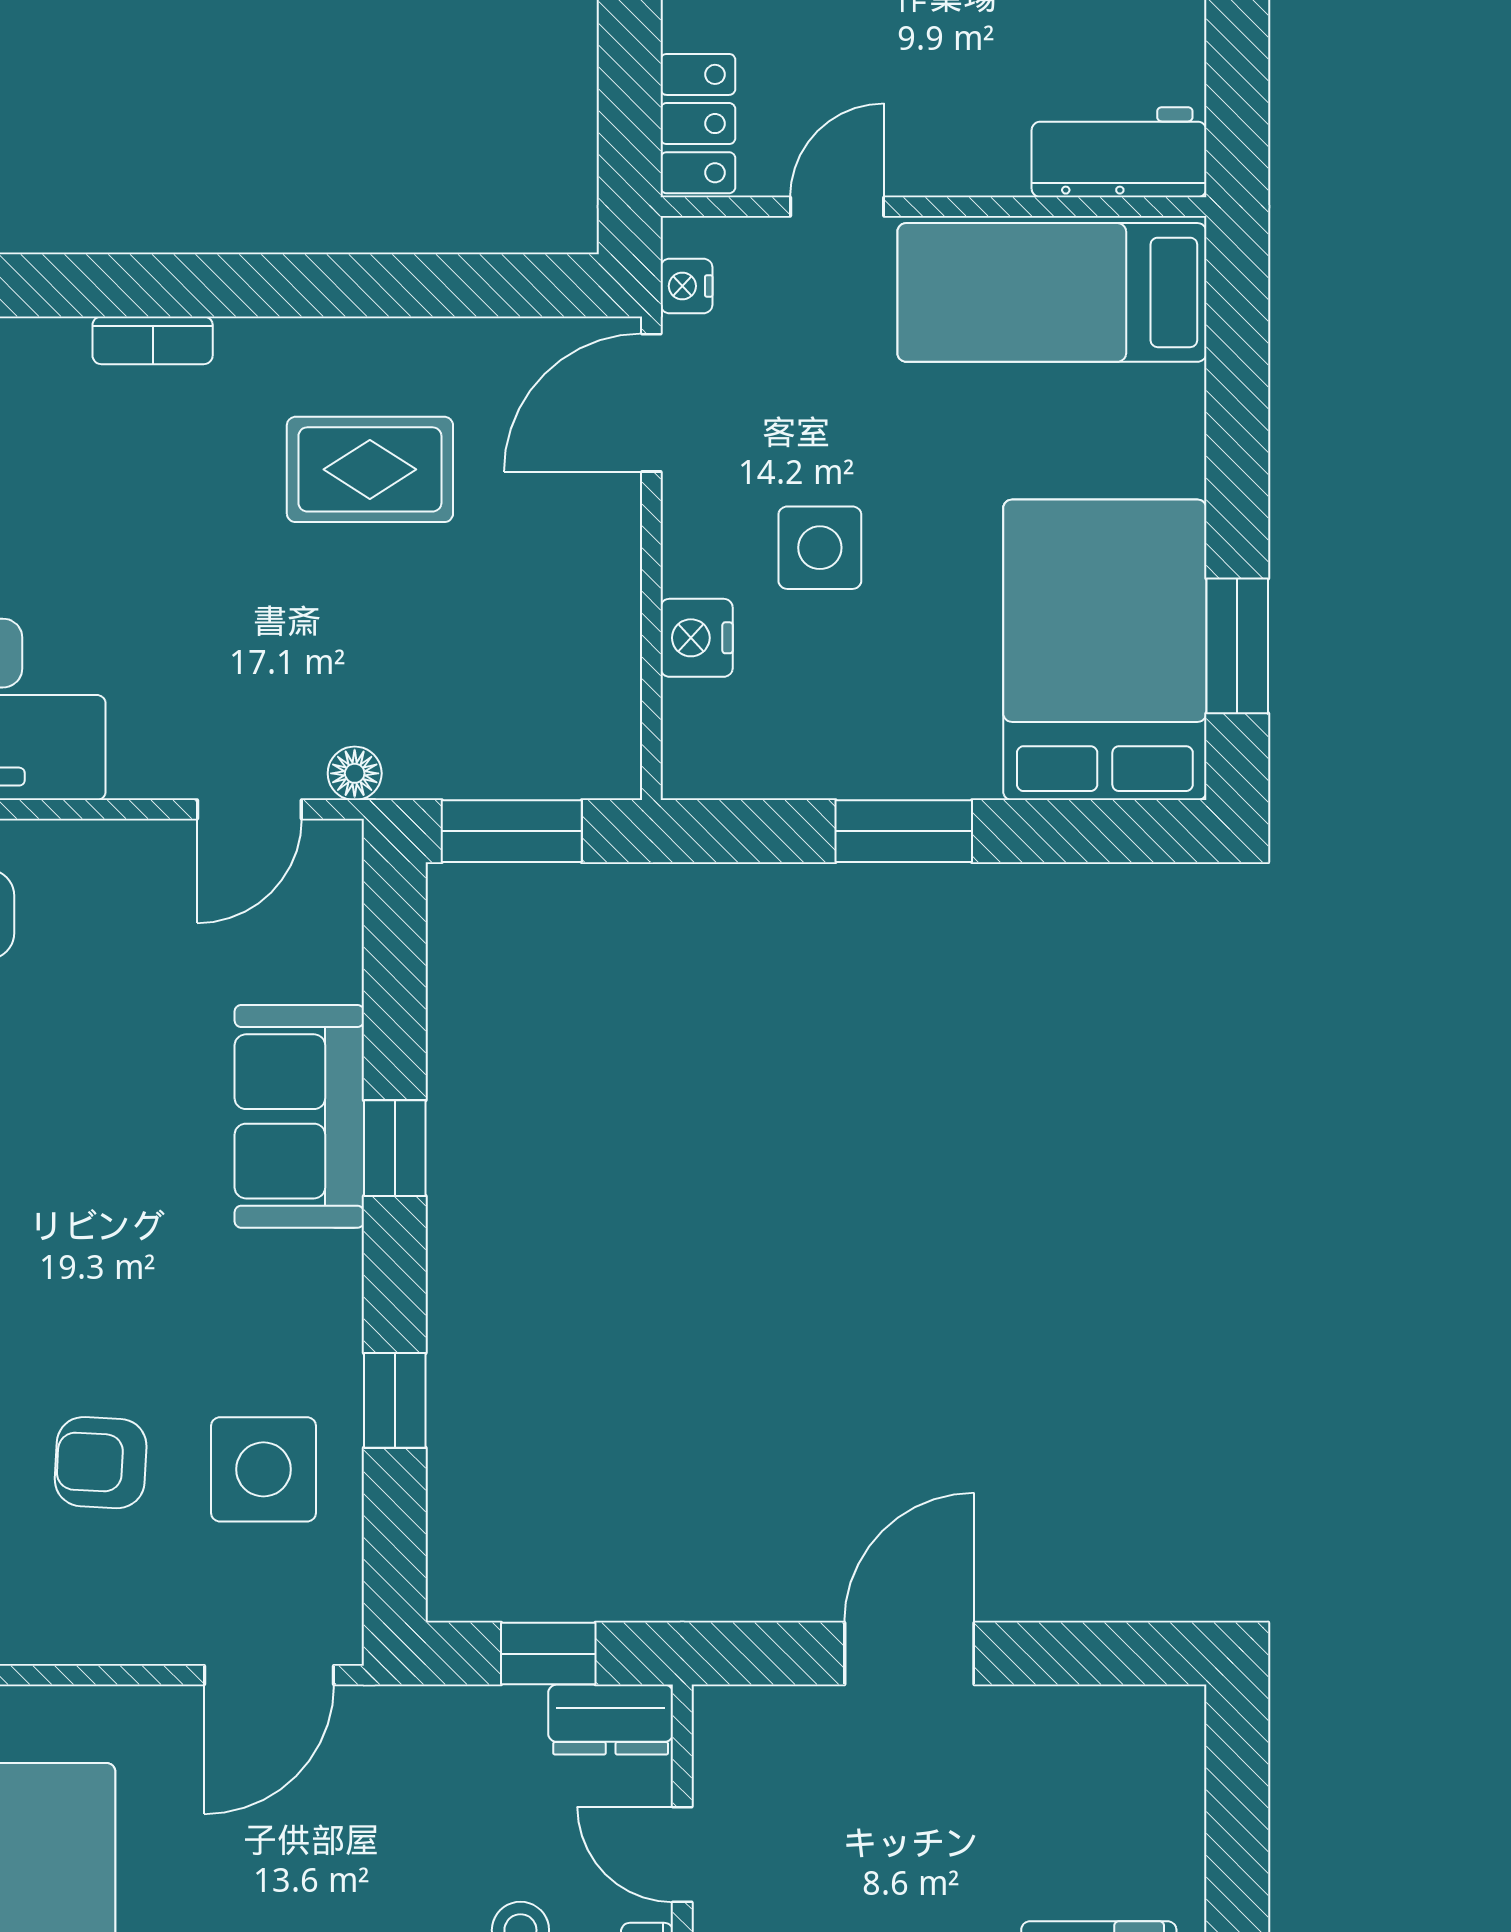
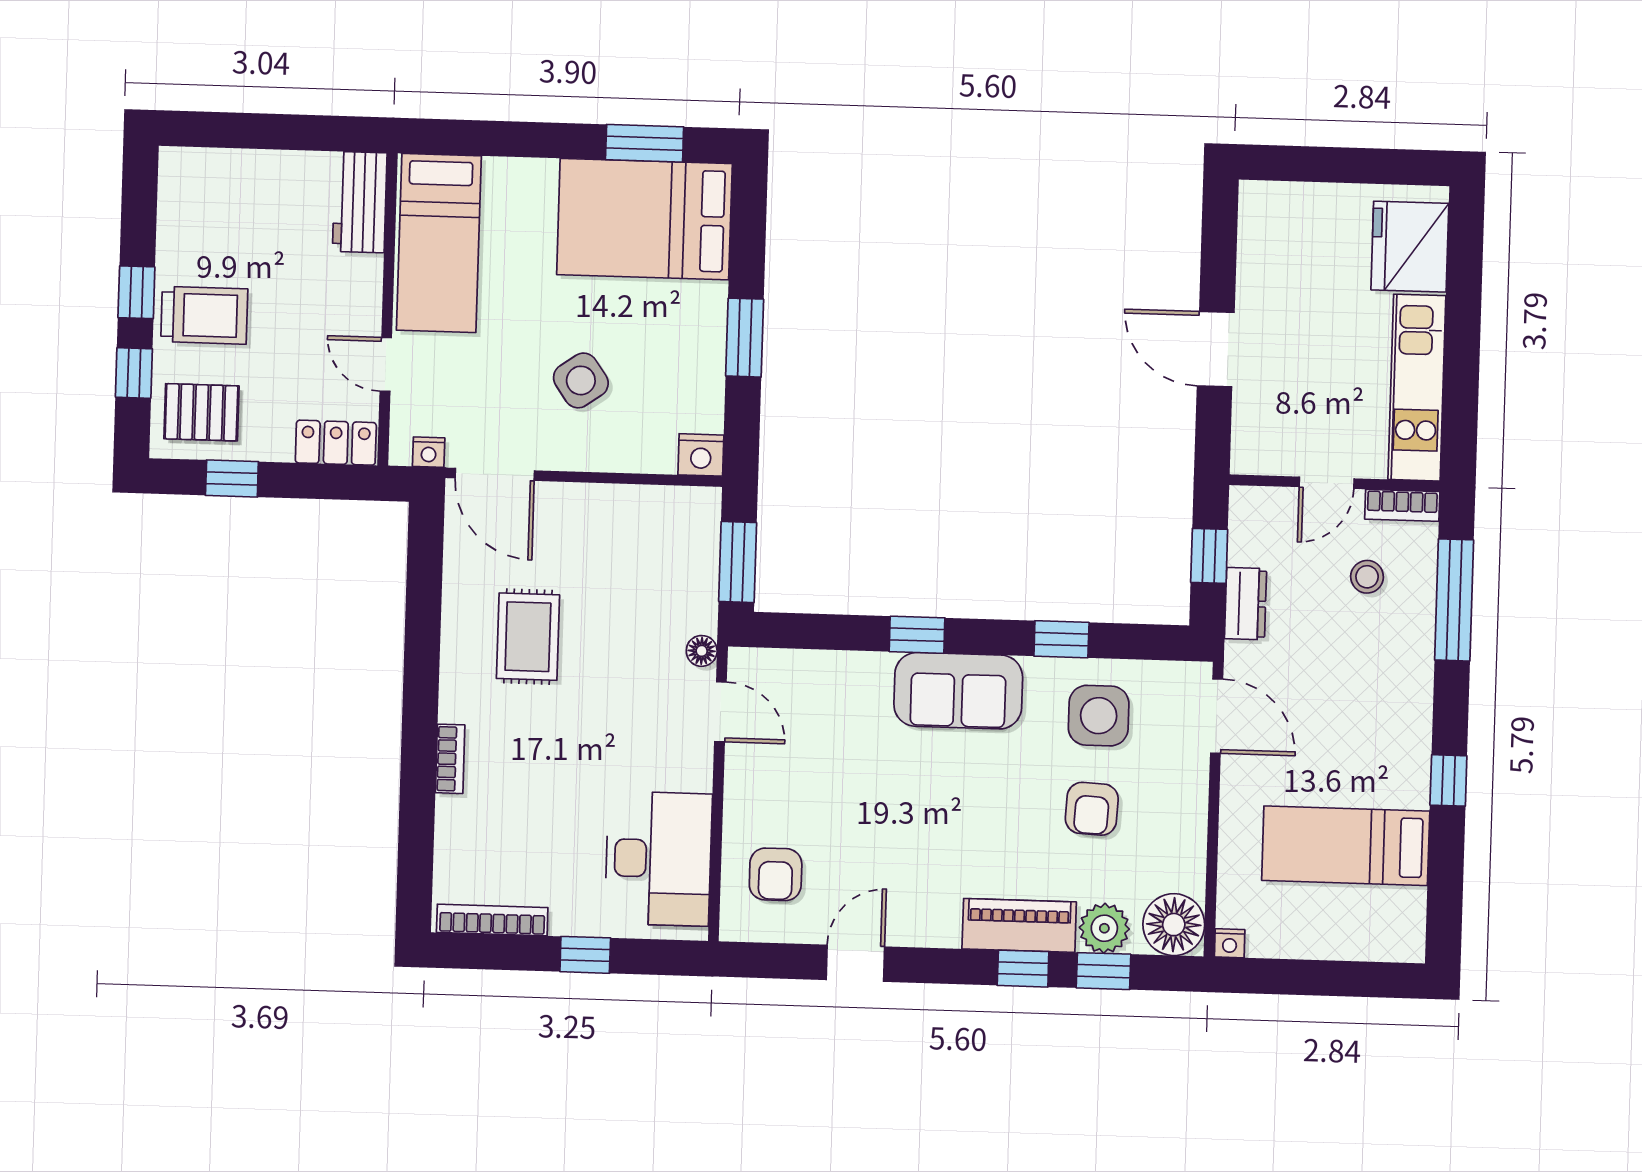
side table: (820, 548) -> (581, 380), turned -35
nightstand: (697, 638) -> (701, 455), moved
sofa: (299, 1116) -> (958, 691), moved
dresser: (611, 1720) -> (1245, 604), moved

